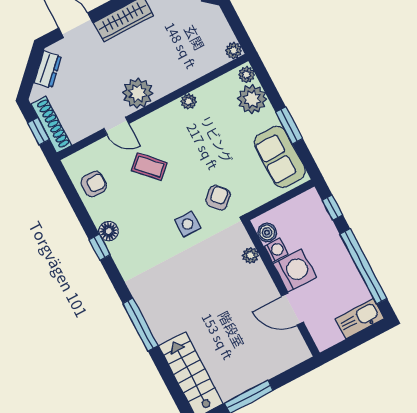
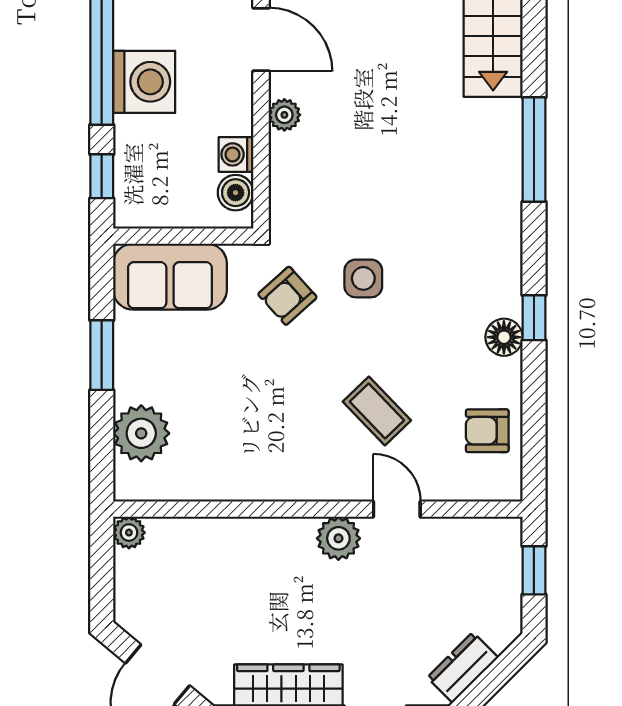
plant: (246, 75) -> (129, 480), removed
plant: (138, 93) -> (338, 538), width x0.73, depth x0.73
plant: (189, 101) -> (251, 486), removed
shoe rack: (51, 125) -> (506, 570), removed
sofa: (280, 157) -> (170, 277), moved, turned 90
plant: (250, 255) -> (284, 115), moved
washing machine: (295, 270) -> (144, 82), moved, turned 180

